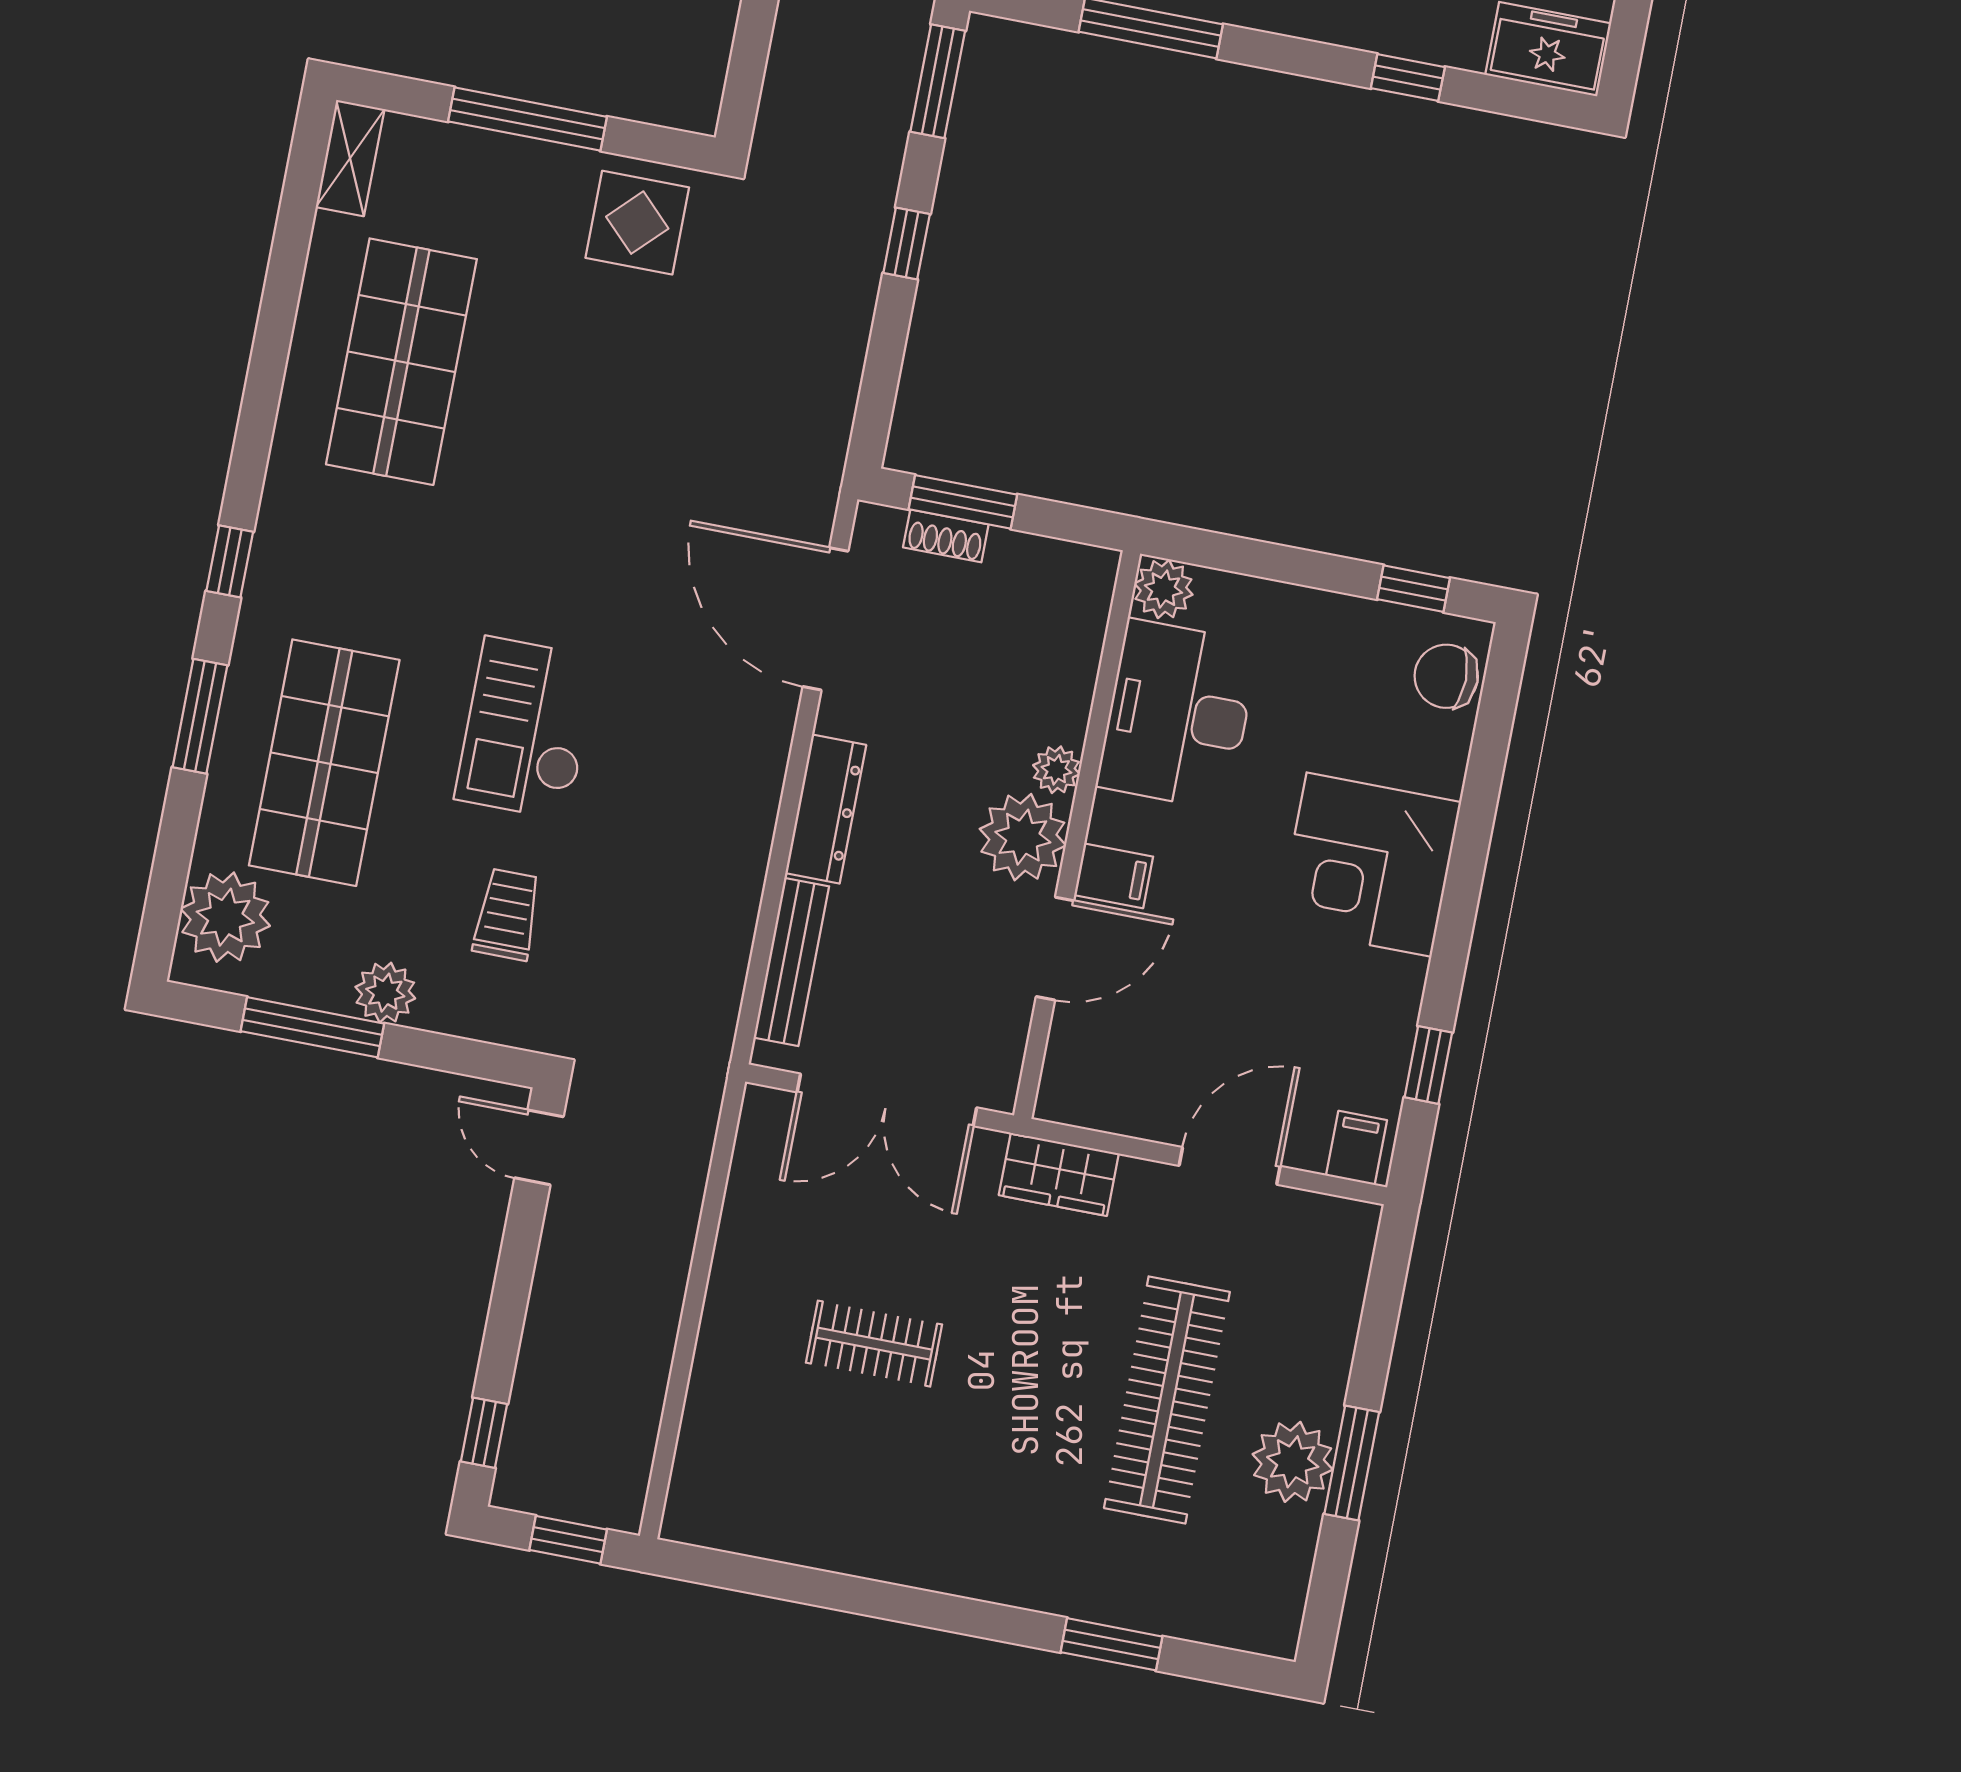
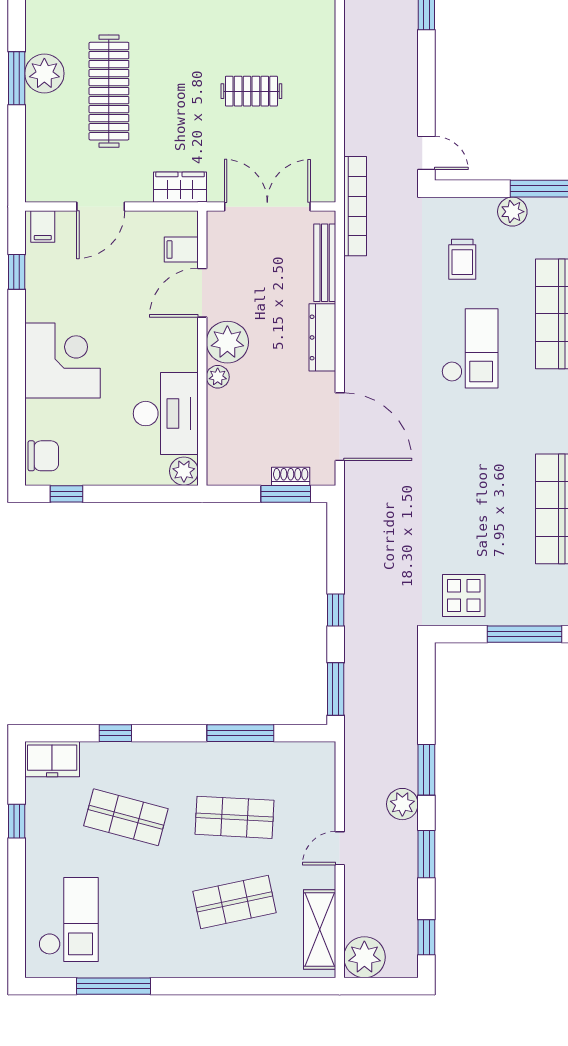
filing cabinet: (1114, 876) -> (181, 250), moved
bookcase: (706, 1066) -> (355, 206), added

